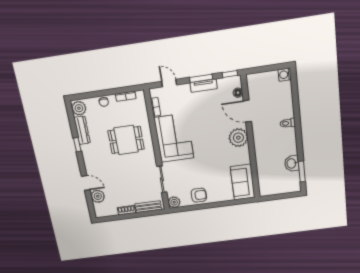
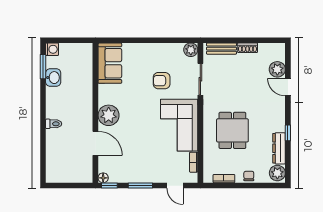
washing machine: (285, 75) -> (52, 49), moved
tv unit: (204, 86) -> (139, 177), removed
floor lamp: (238, 93) -> (103, 178), moved
dining table: (126, 140) -> (232, 130), turned 90
armchair: (199, 195) -> (162, 81), moved

